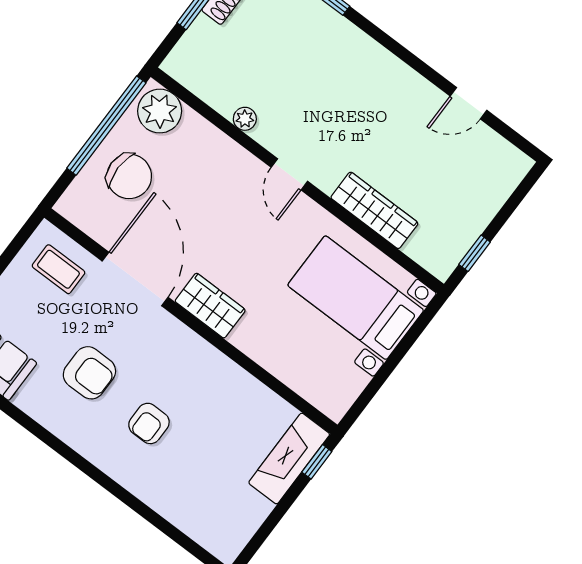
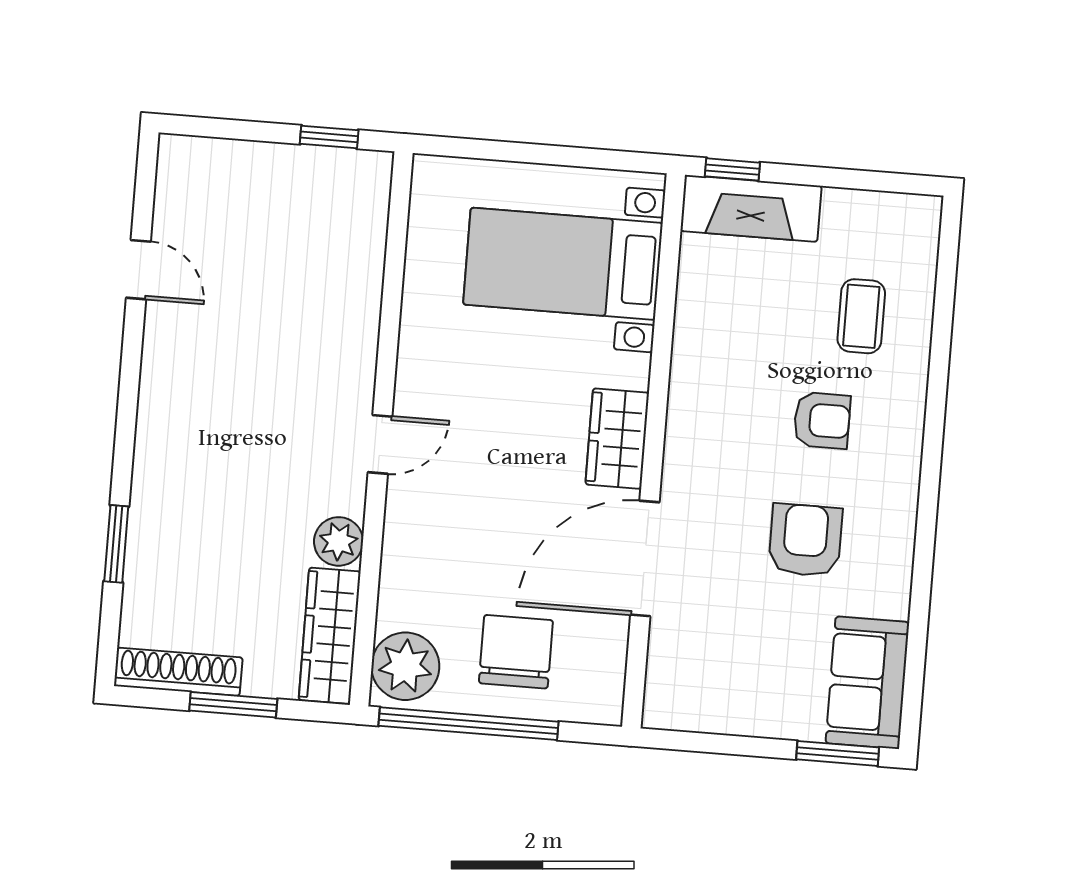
plant: (245, 119) -> (339, 541), width x1.38, depth x1.38
wardrobe: (374, 210) -> (330, 636), moved
coffee table: (58, 269) -> (861, 316), moved
bed with nightstands: (356, 298) -> (563, 264), moved, turned 90

